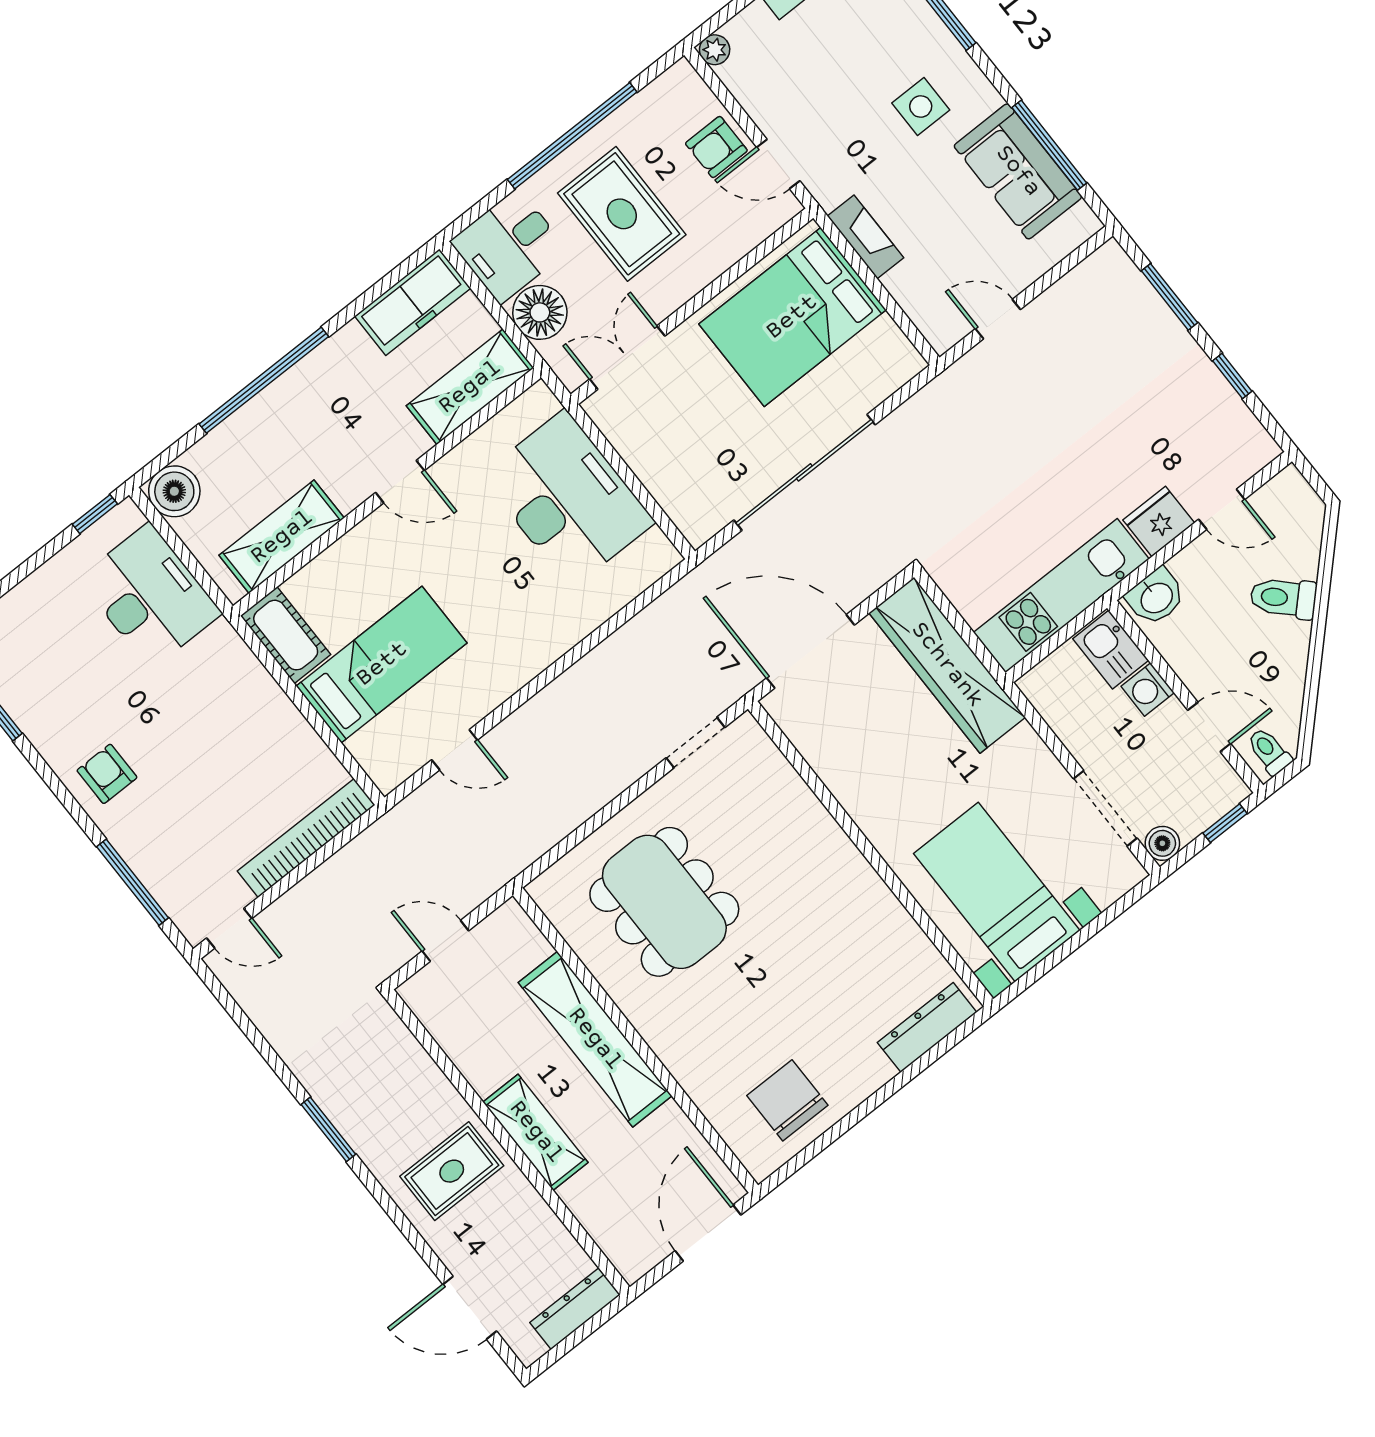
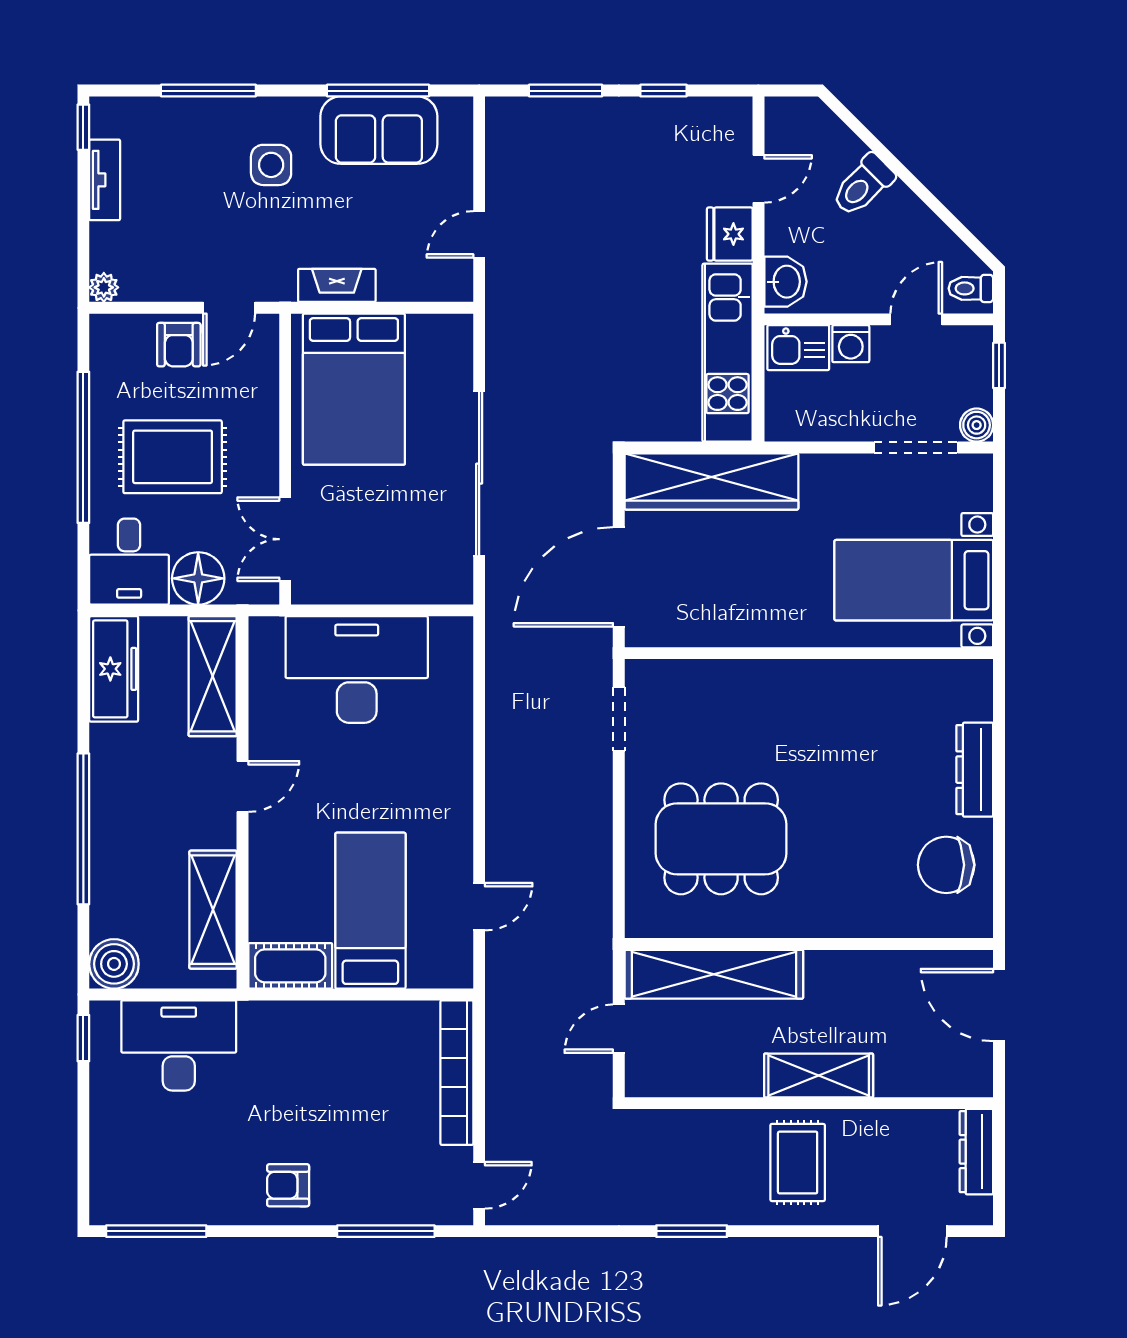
dresser: (927, 1027) -> (975, 770), moved
shelving: (595, 1039) -> (714, 974), moved

